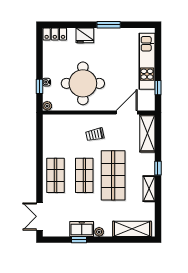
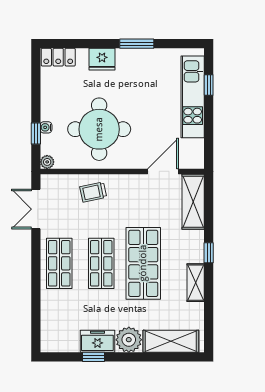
window: (158, 88) -> (209, 85), moved
trolley: (95, 134) -> (93, 192), moved
double door: (39, 216) -> (36, 209), moved
plant: (99, 232) -> (129, 340), width x1.88, depth x1.88

